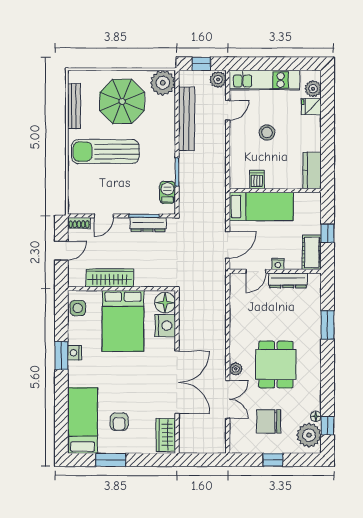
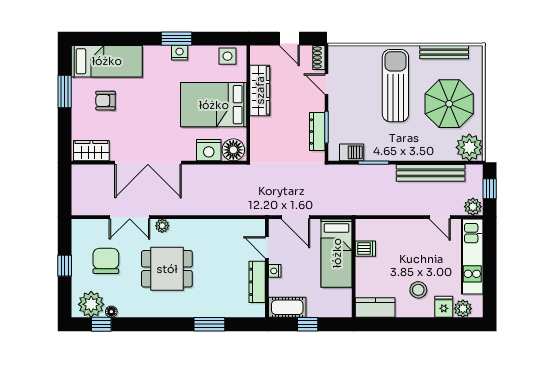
stool: (267, 133) -> (418, 290), moved

